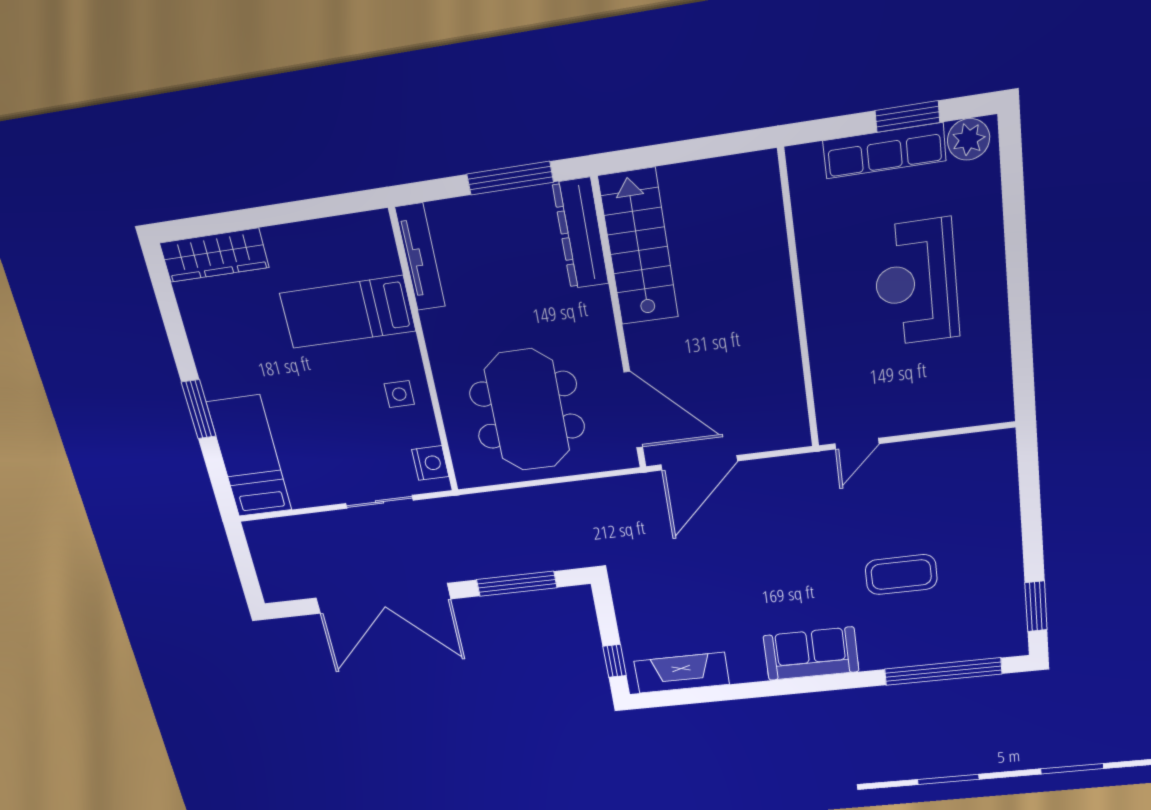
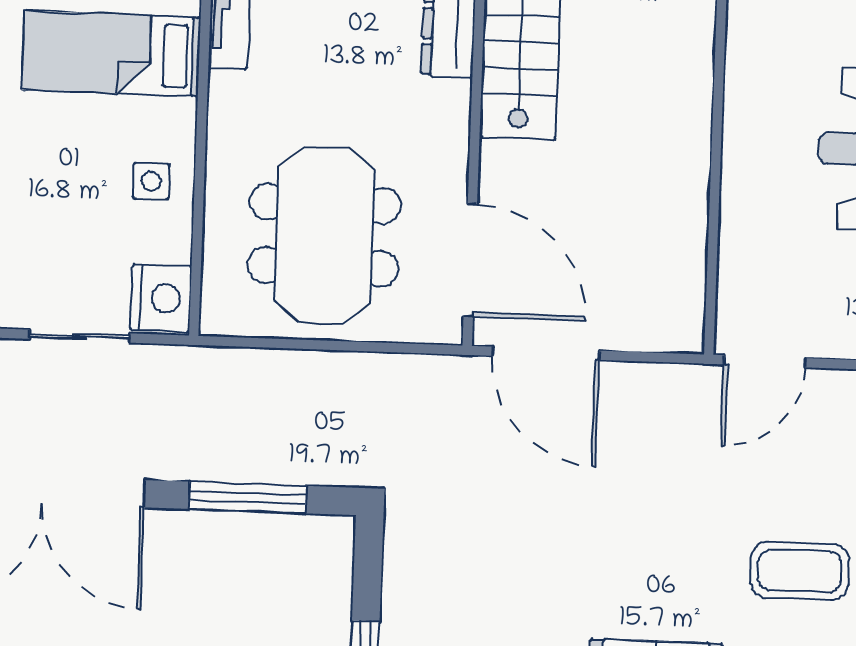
door: (857, 444) -> (765, 361), width x1.38
nightstand: (430, 463) -> (161, 298), width x1.36, depth x1.33
door: (699, 463) -> (546, 353), hinge flipped

